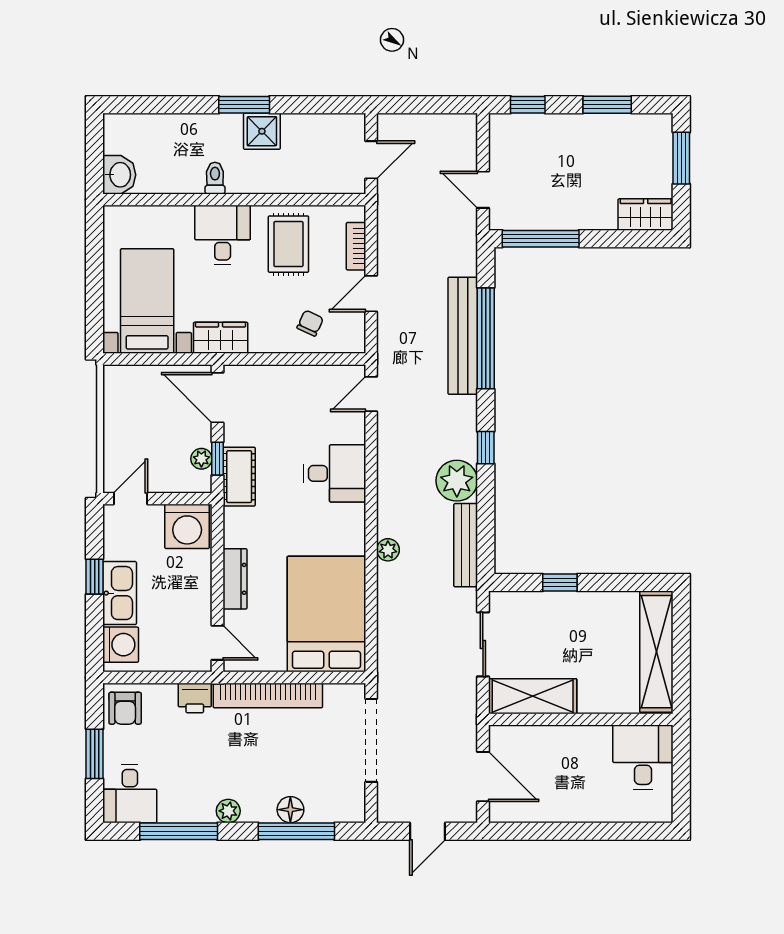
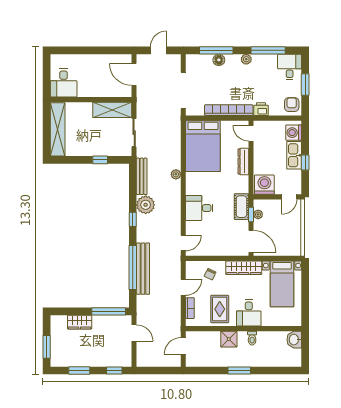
shower: (262, 131) -> (229, 339), moved
wardrobe: (646, 215) -> (80, 322), moved
wardrobe: (221, 338) -> (244, 268), width x1.50

